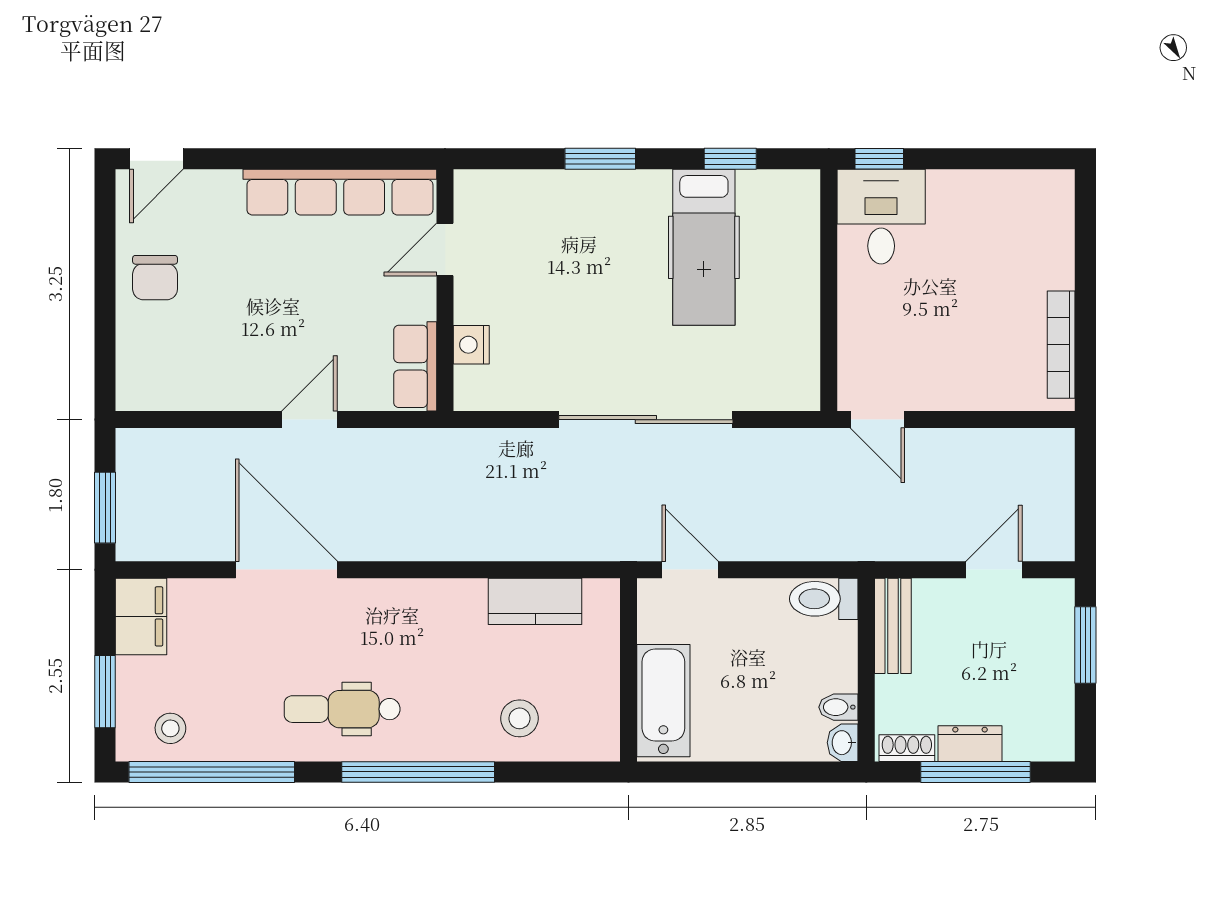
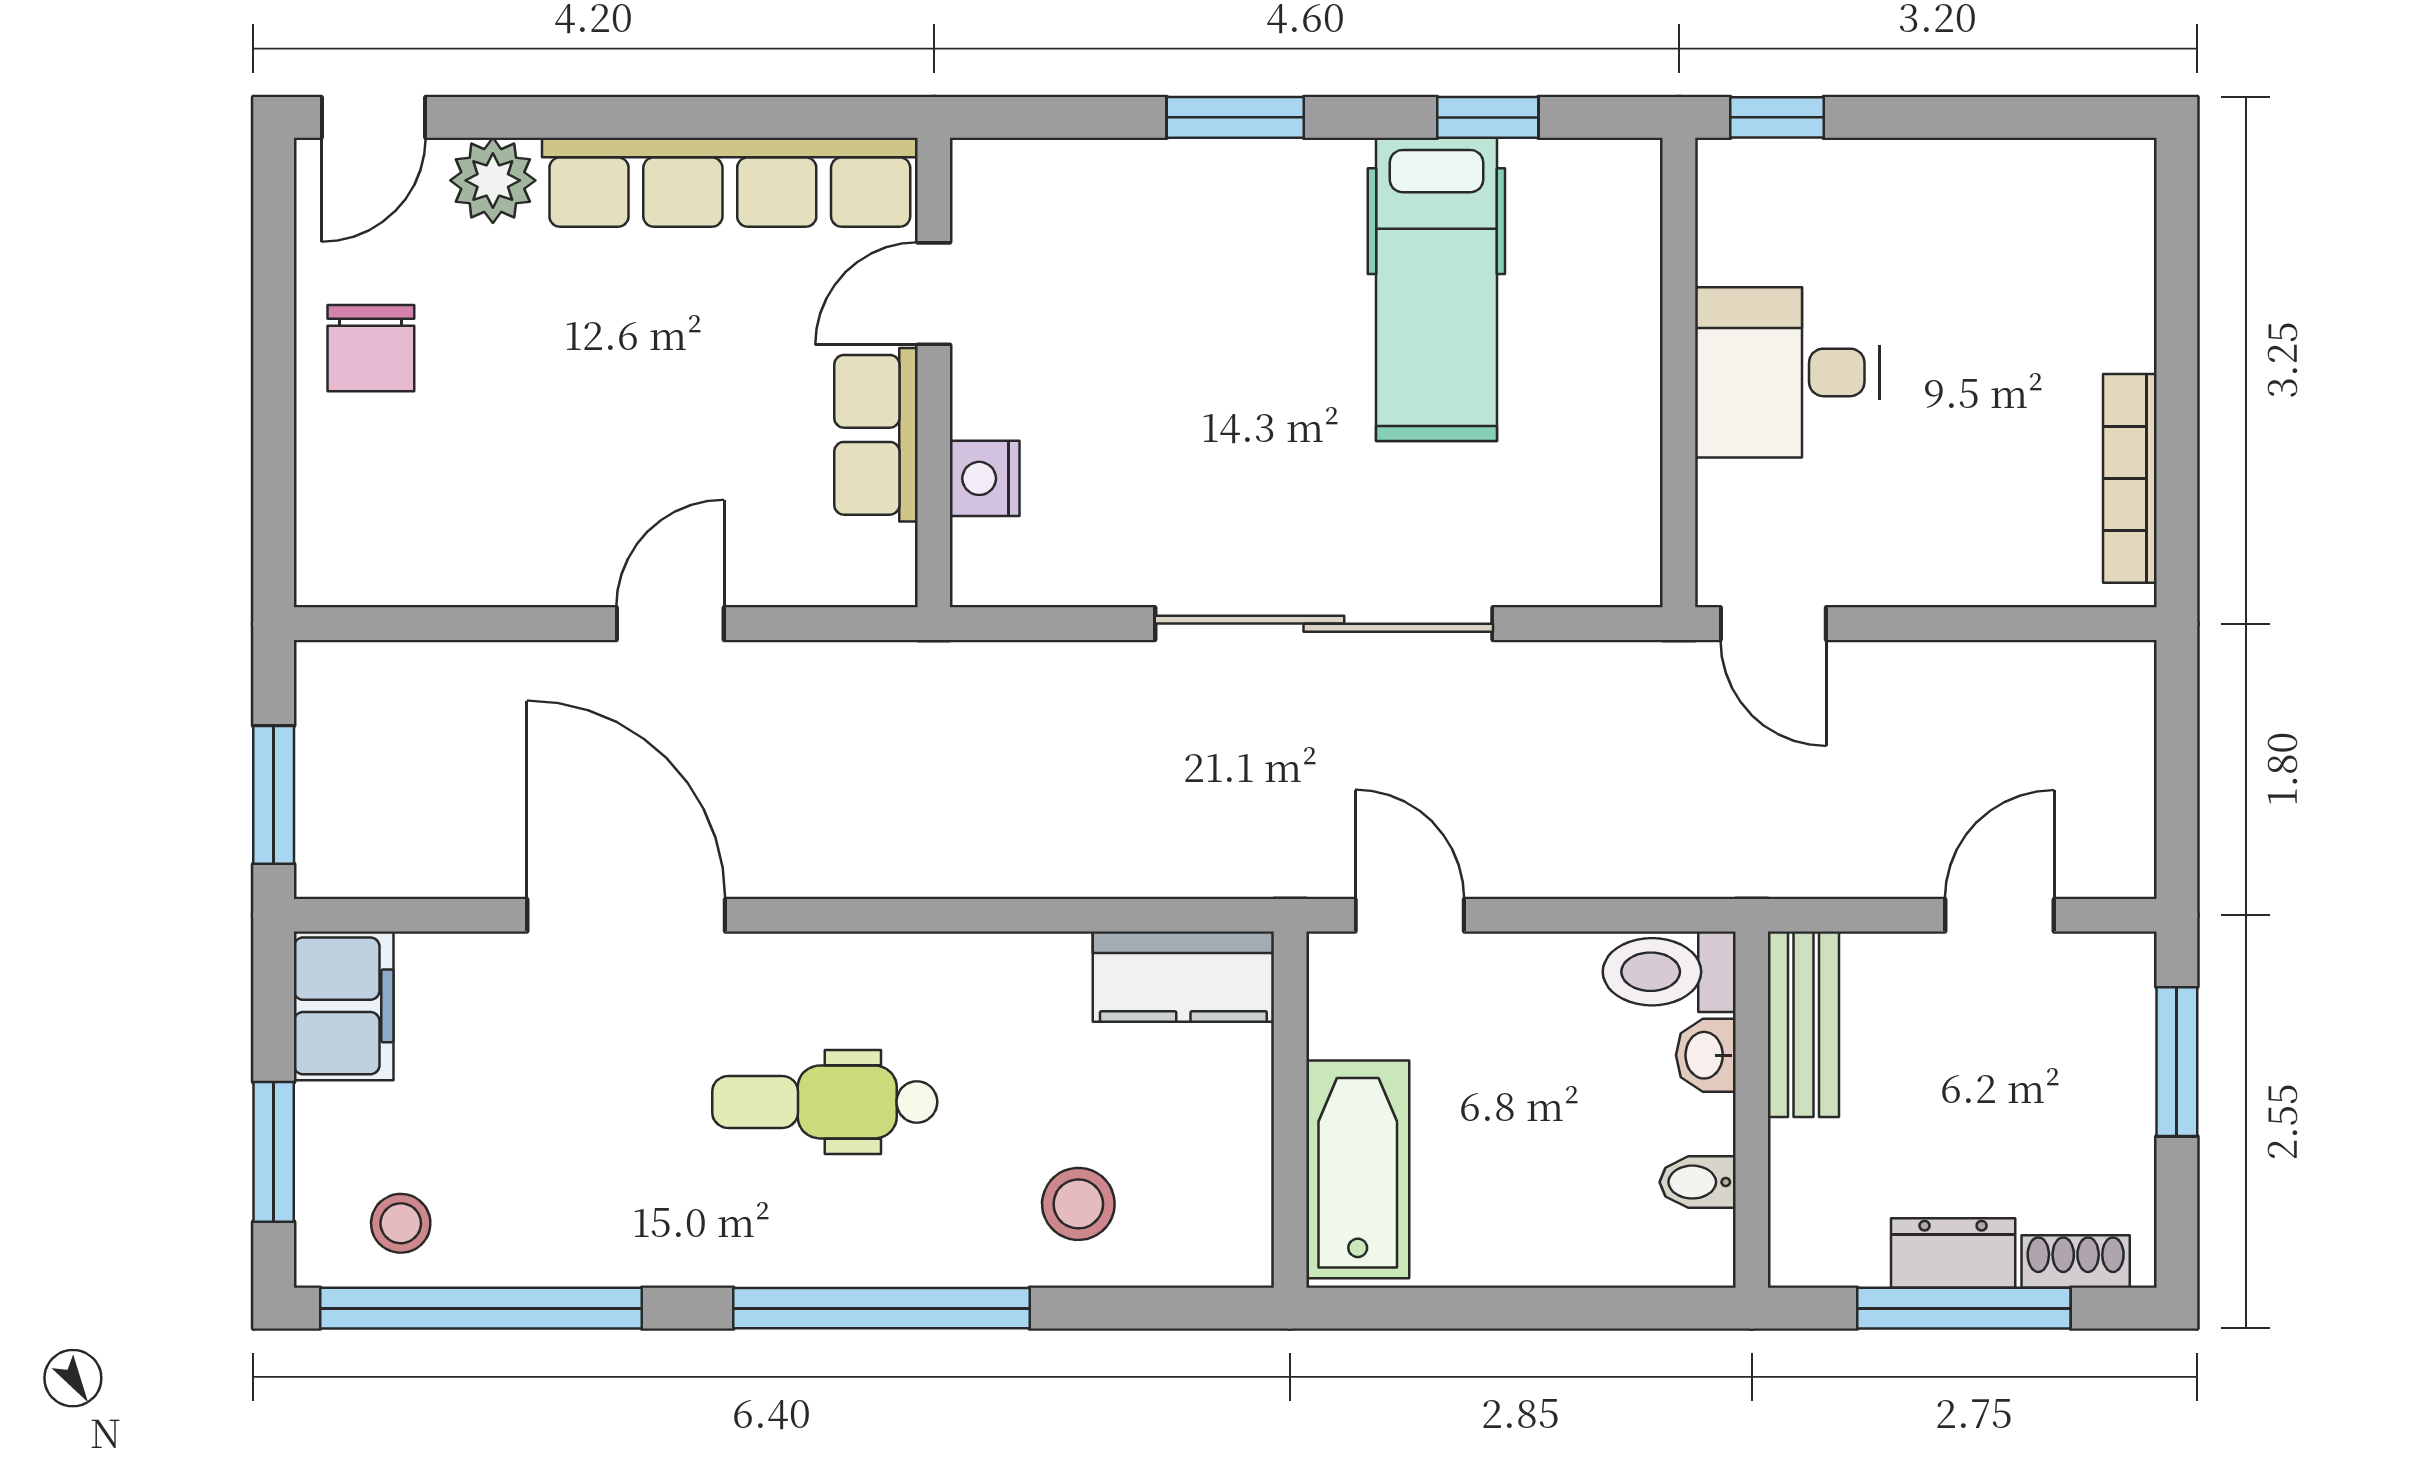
plant: (218, 191) -> (493, 180), added
desk: (881, 217) -> (1787, 372), moved, turned -90
row of seats: (415, 366) -> (876, 435), moved
kitchen counter: (535, 601) -> (1183, 977), moved
dental chair: (342, 709) -> (825, 1102), moved
washbasin: (843, 743) -> (1706, 1055), moved
shoe rack: (907, 748) -> (2076, 1261), moved

